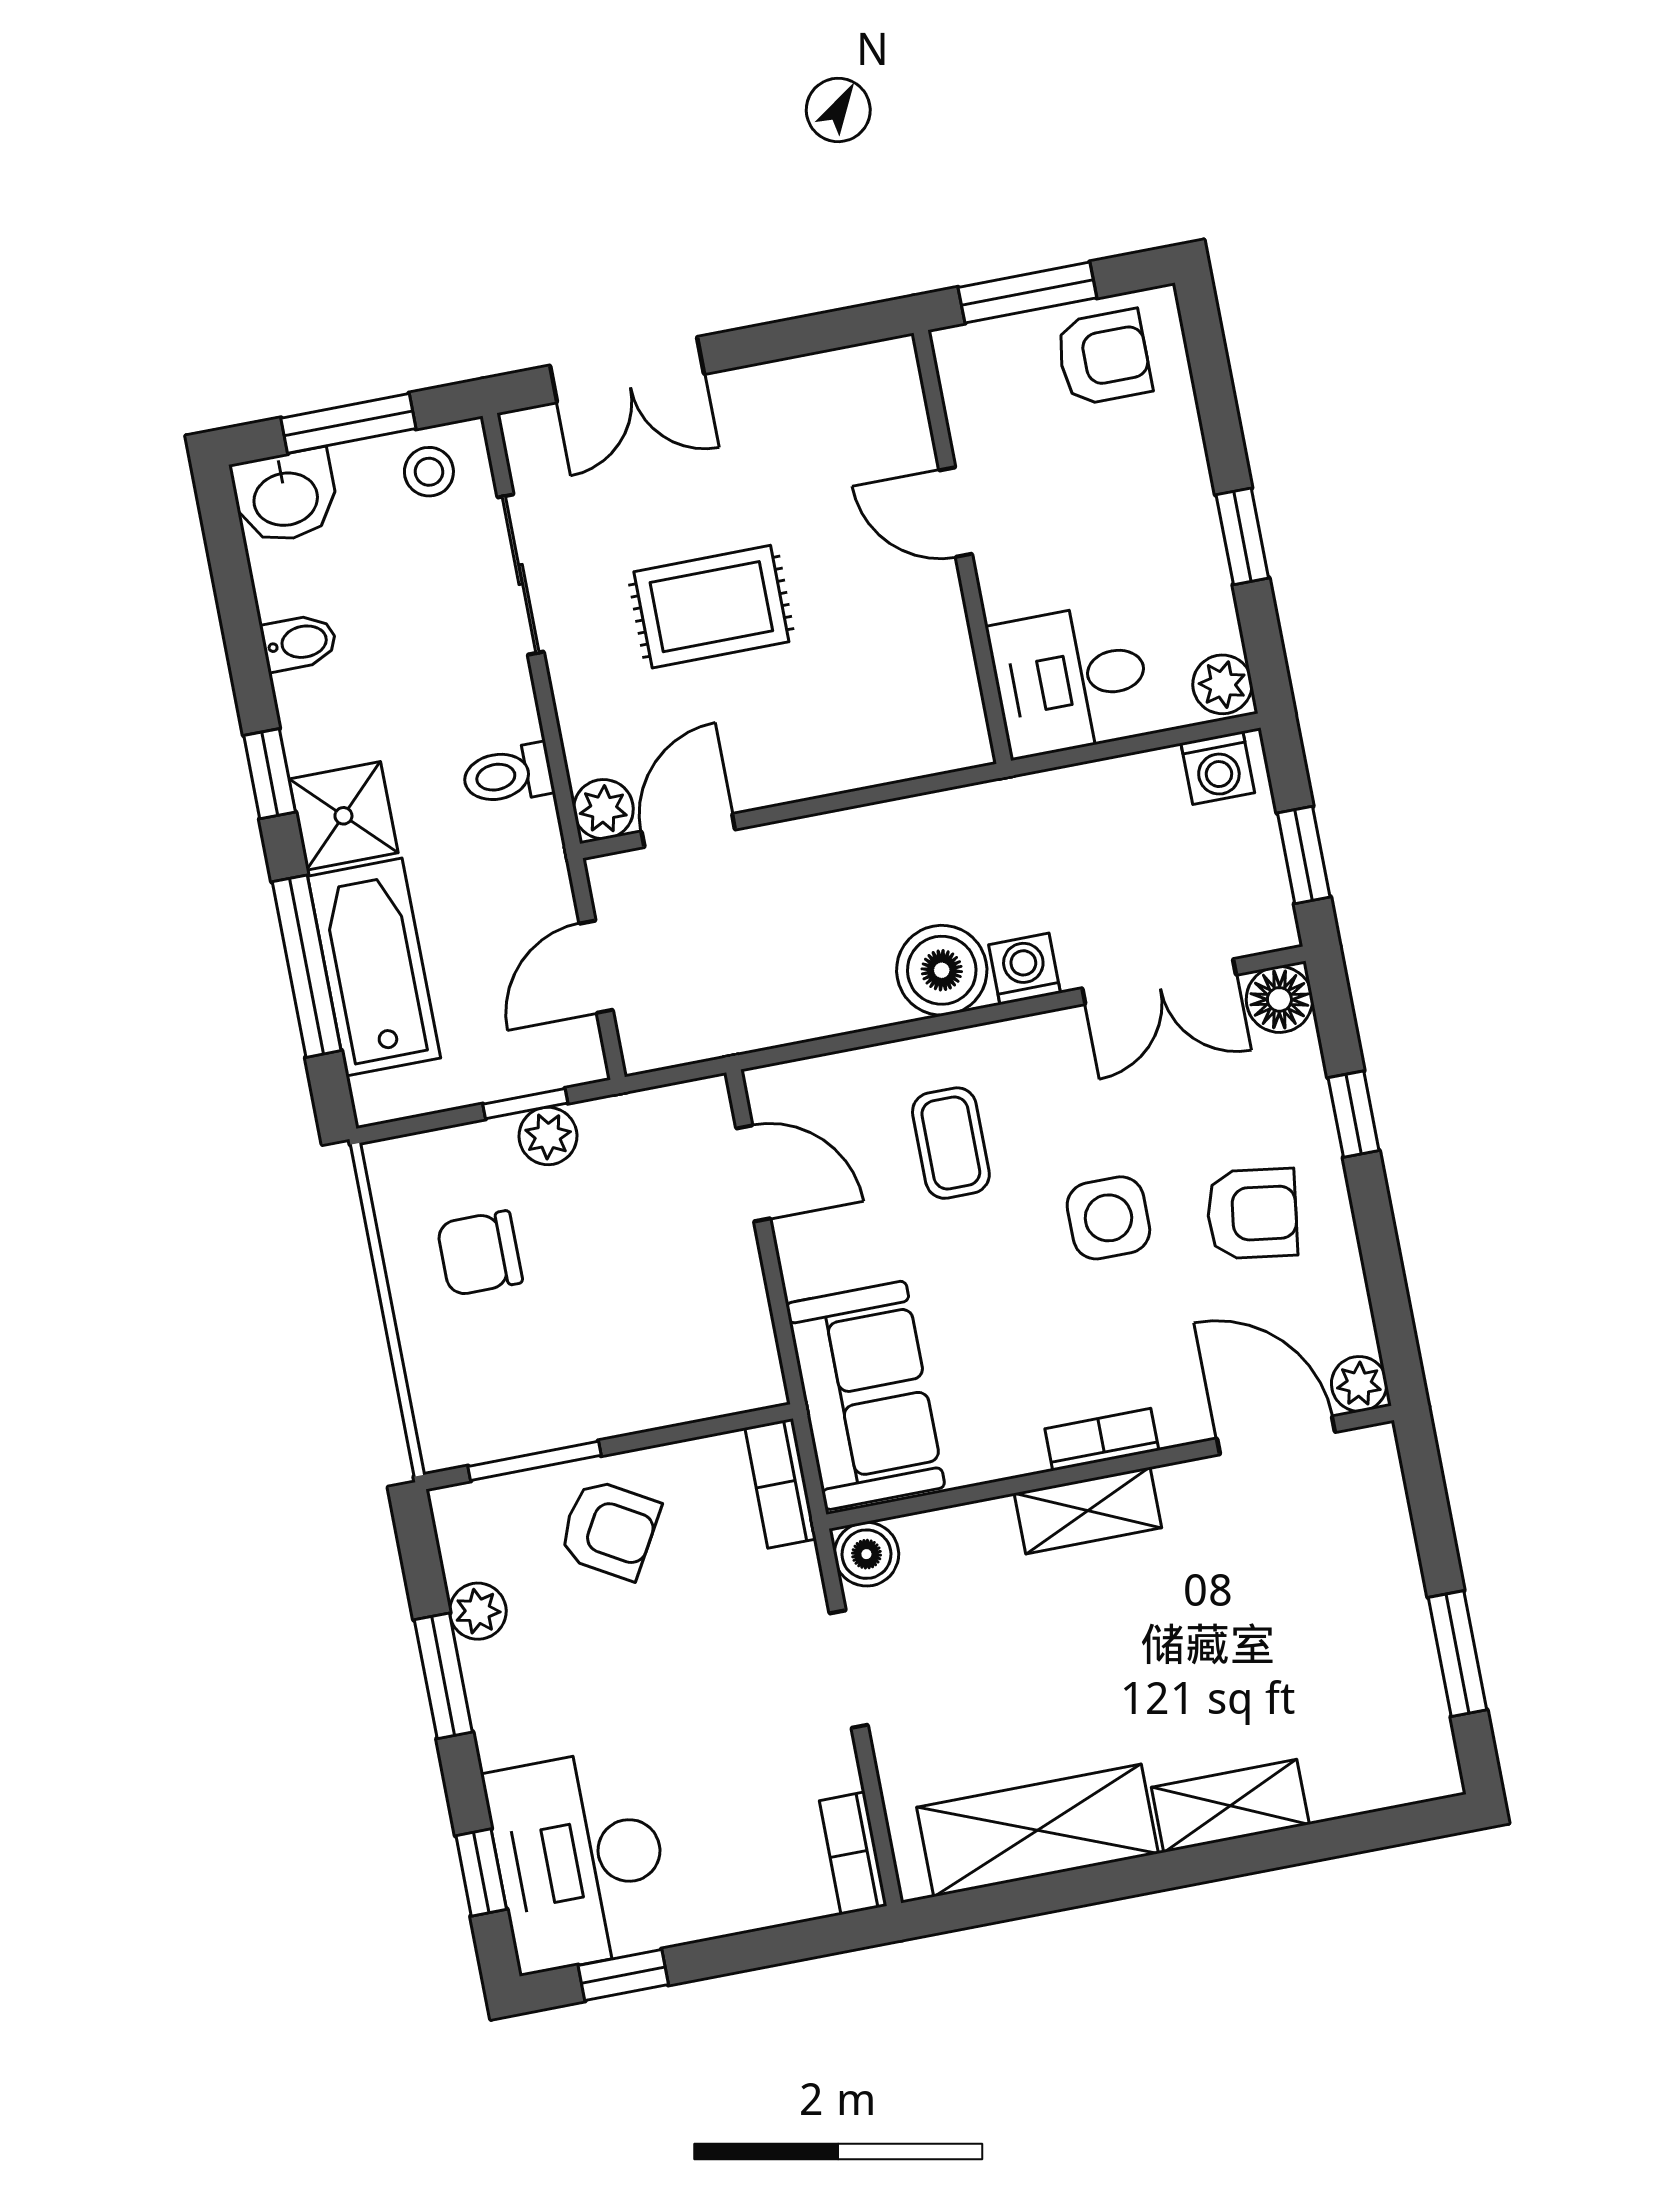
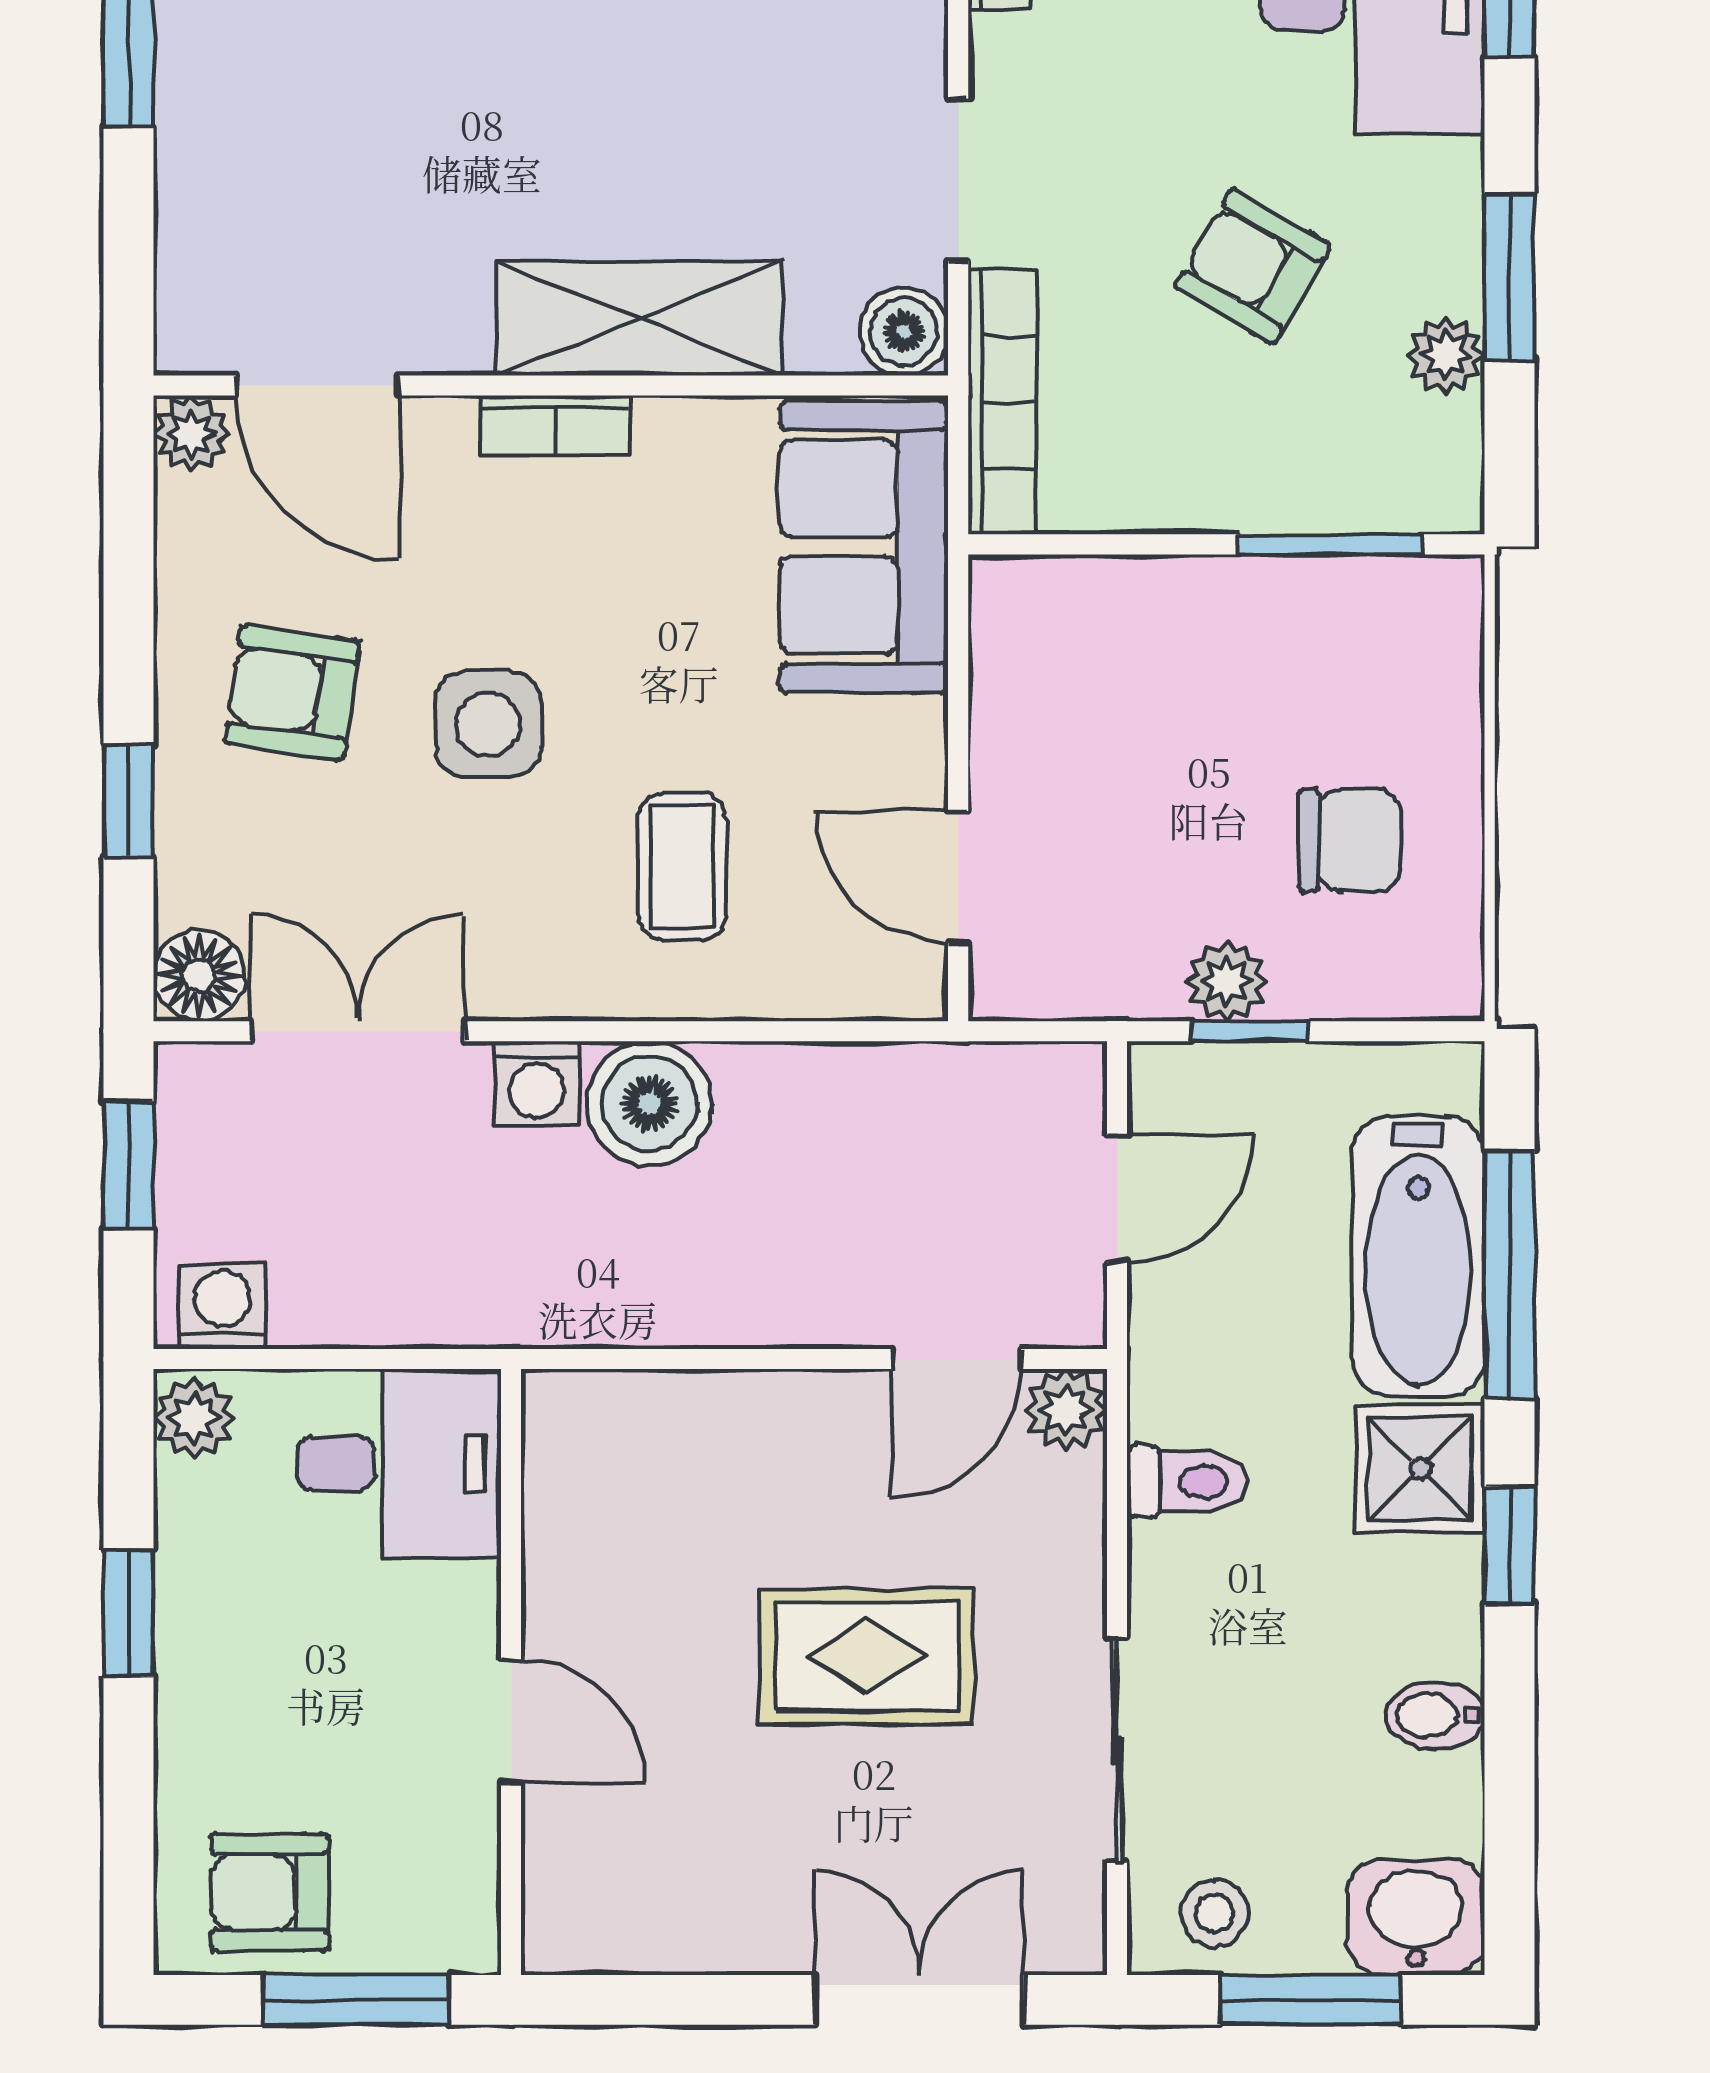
bookcase: (781, 1483) -> (1002, 402), width x1.56
shelving: (1088, 1511) -> (640, 318), width x1.50, depth x1.33
armchair: (609, 1529) -> (1253, 266), moved

